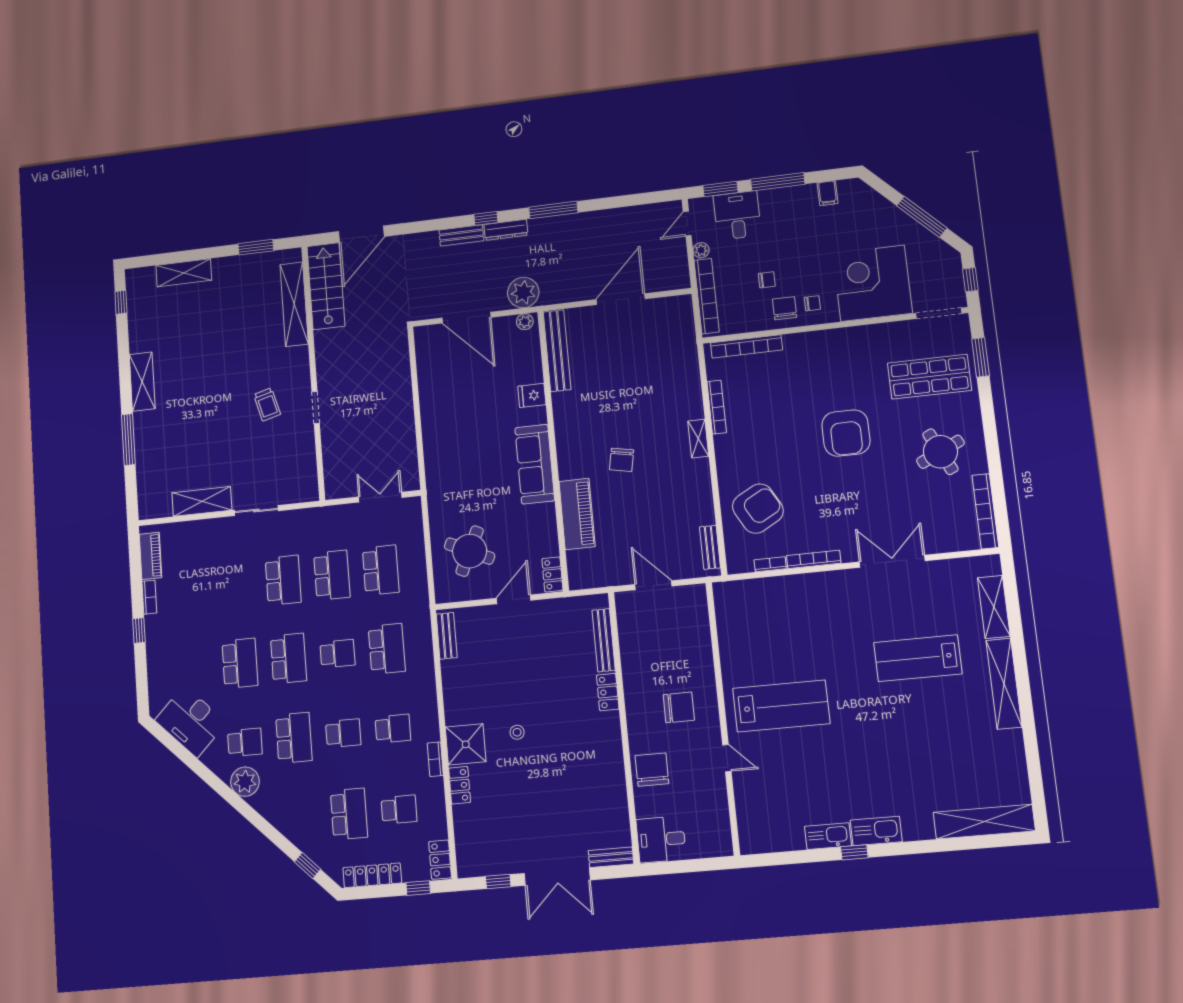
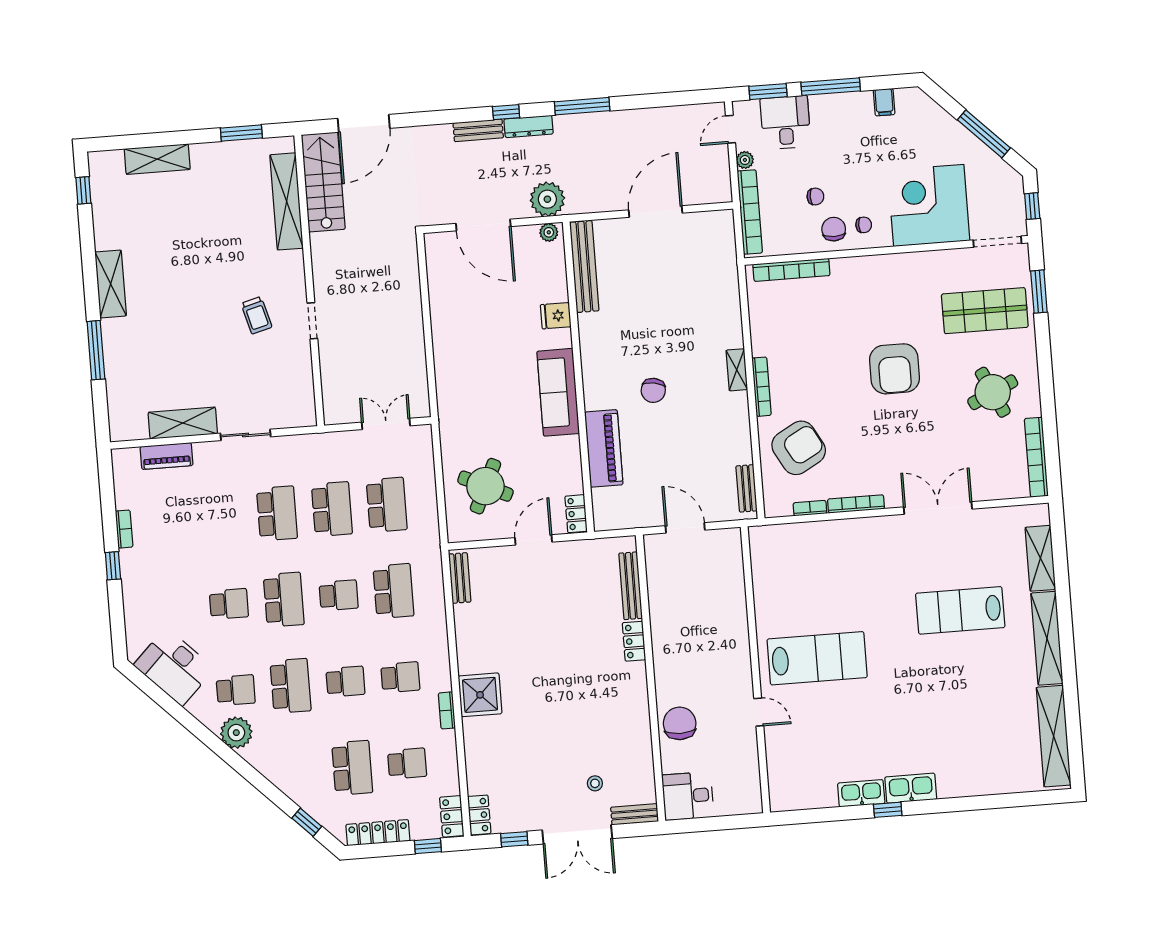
bookcase: (717, 407) -> (762, 387), moved
piano: (151, 556) -> (167, 456), moved, turned 90
school desk: (240, 663) -> (229, 604), width x0.54
chair: (679, 707) -> (709, 658), removed
stool: (517, 732) -> (595, 783), moved
locker: (460, 785) -> (479, 815), moved
shelving: (984, 822) -> (1054, 736), moved, turned 90

